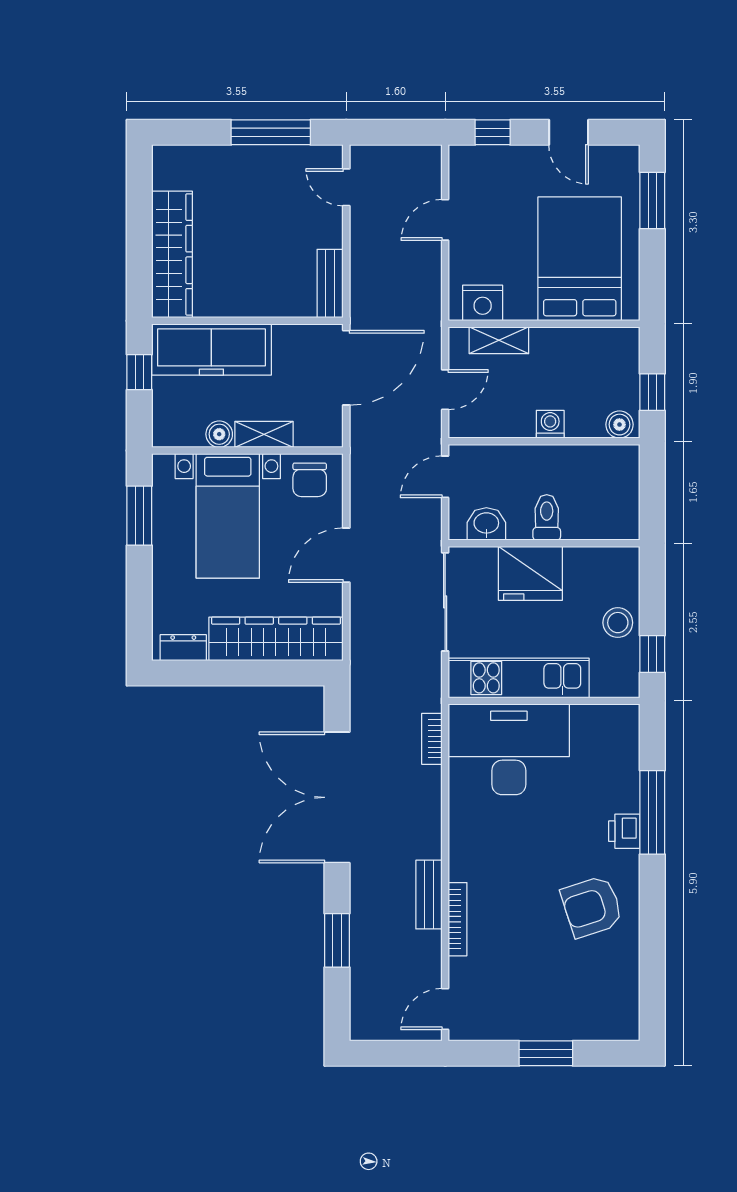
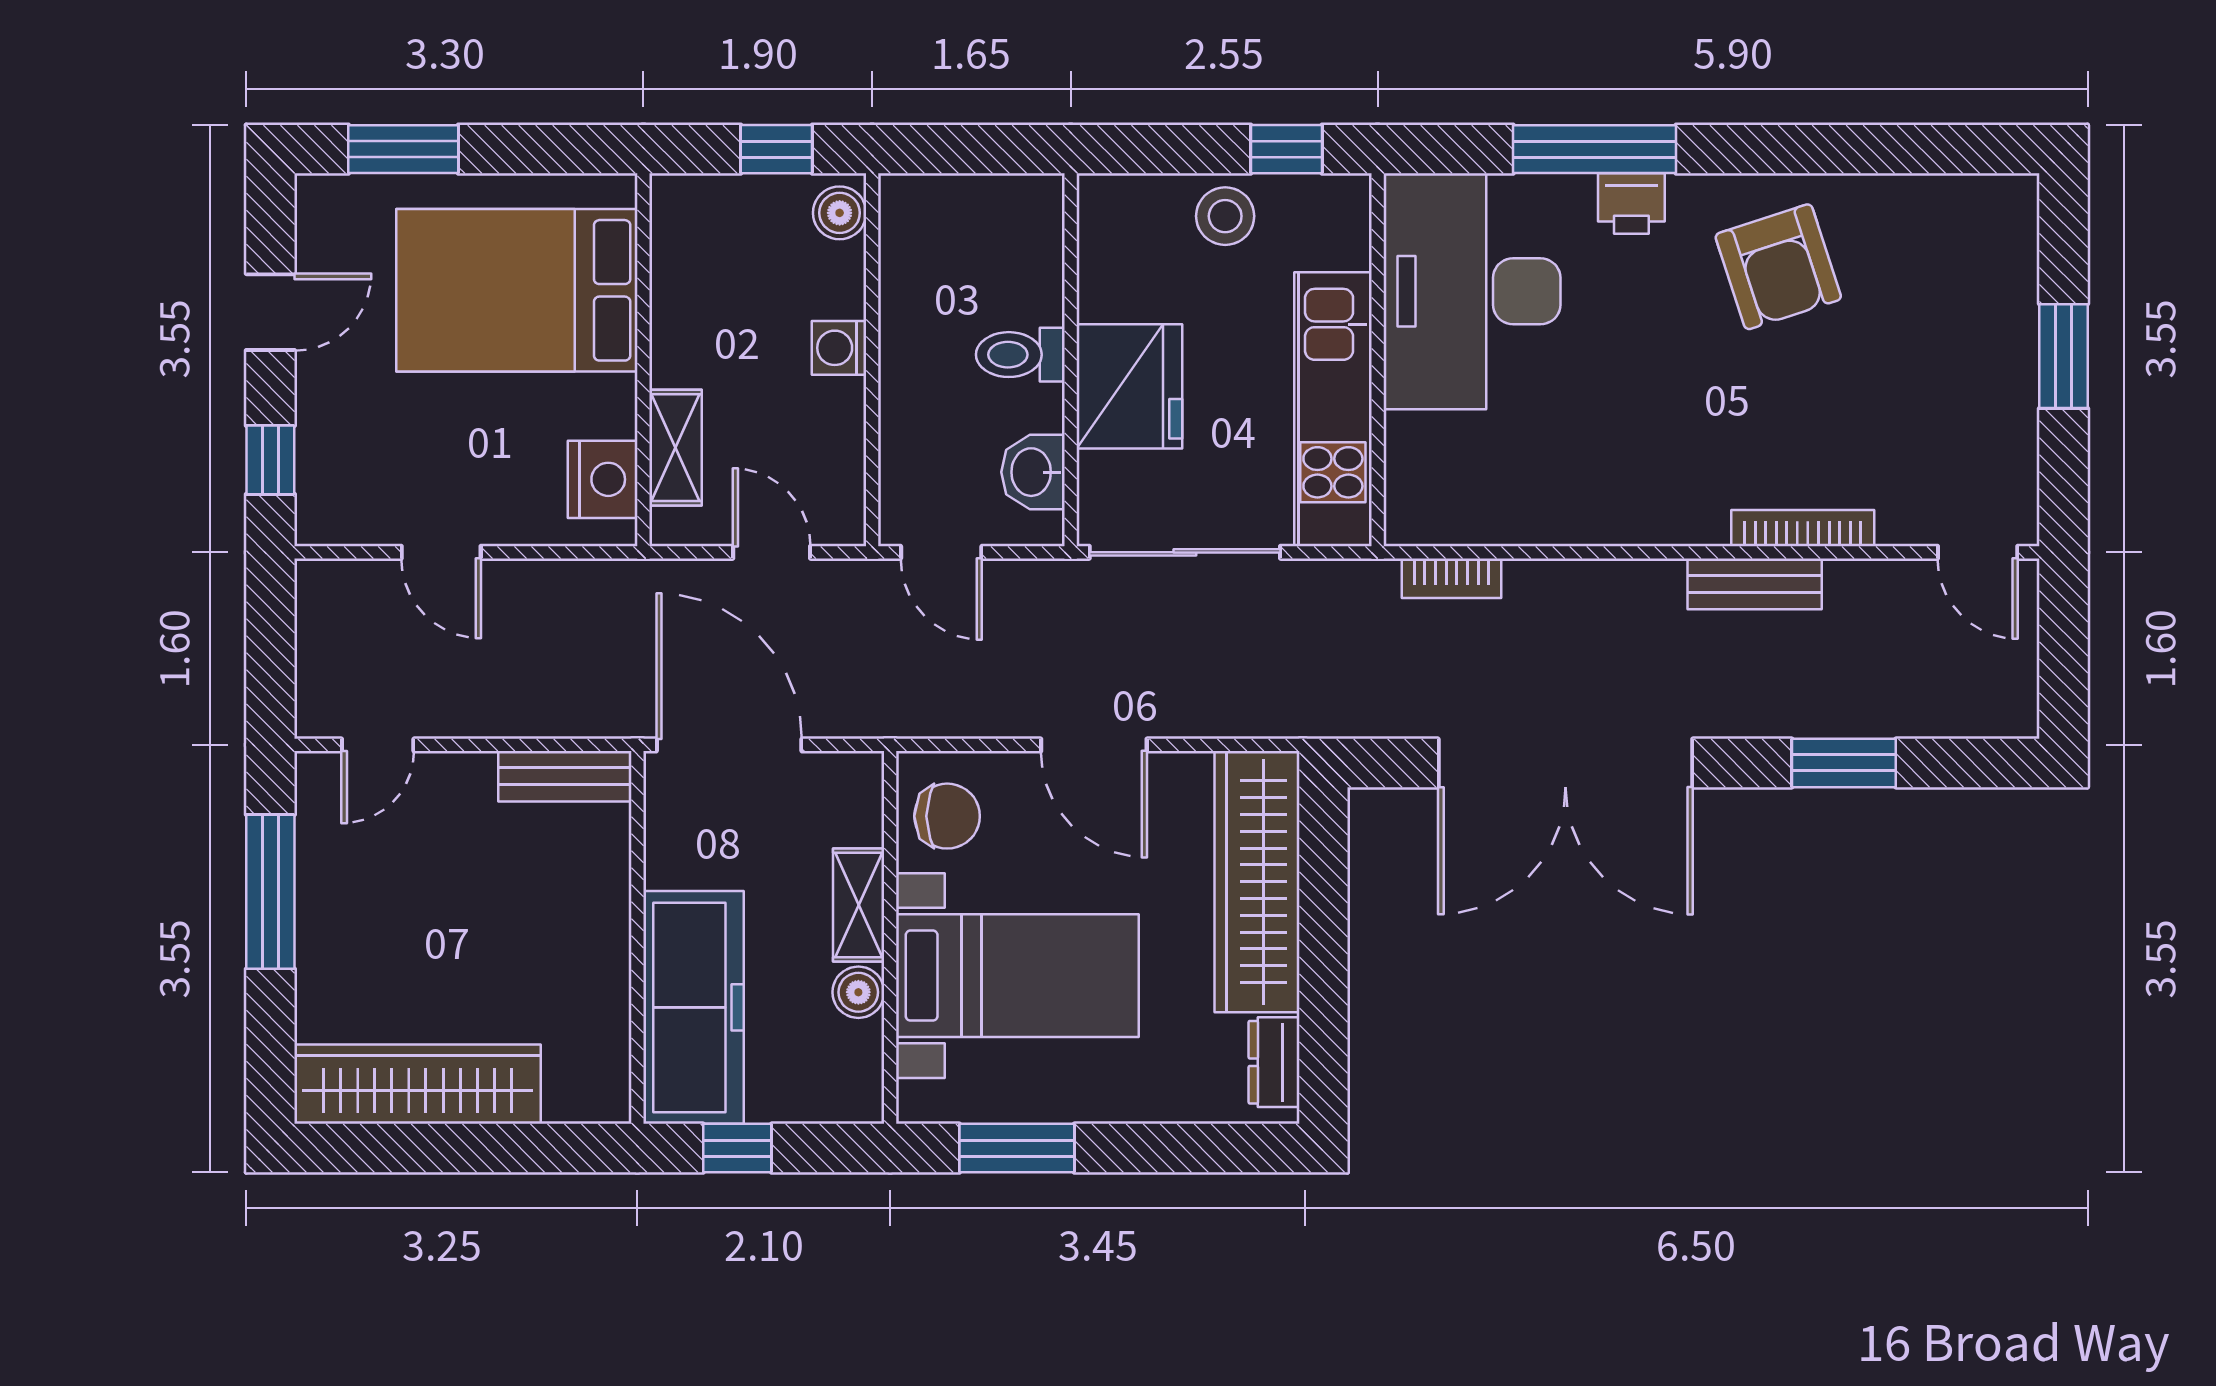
wardrobe: (172, 254) -> (417, 1084), moved
desk: (509, 749) -> (1472, 291), moved

